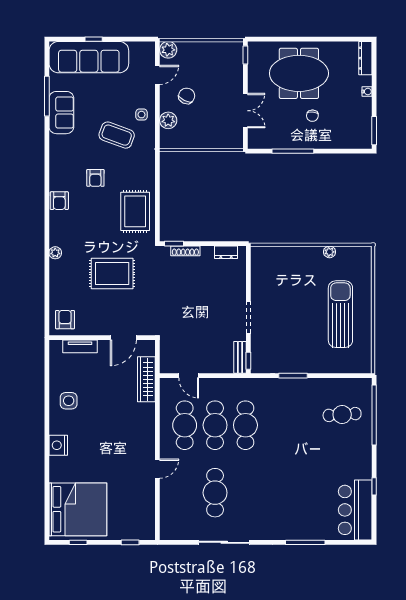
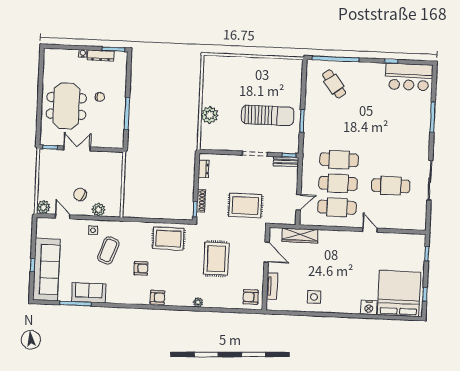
dresser: (365, 58) -> (101, 56), moved
double door: (245, 111) -> (77, 148), moved
plant: (330, 252) -> (210, 115), moved, width x1.88, depth x1.88
rug: (182, 308) -> (245, 205), added
sun lounger: (340, 314) -> (268, 115), moved, turned 180
cafe table: (342, 415) -> (334, 84), turned -32
nightstand: (58, 445) -> (369, 307), moved

